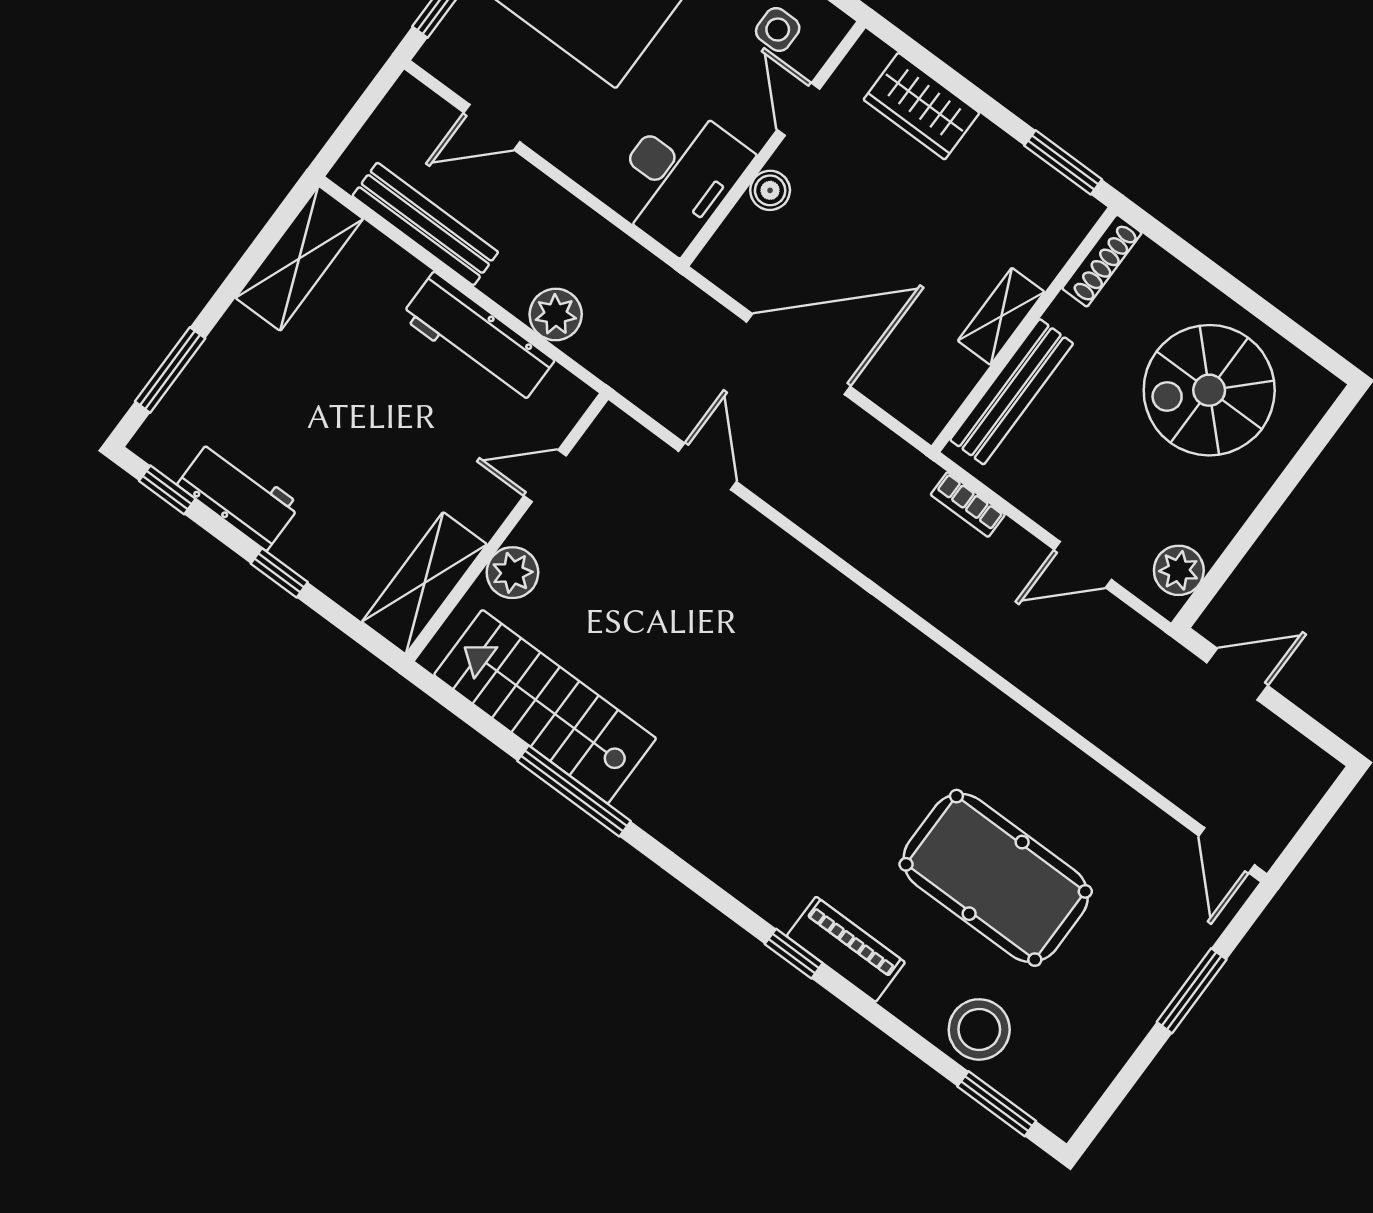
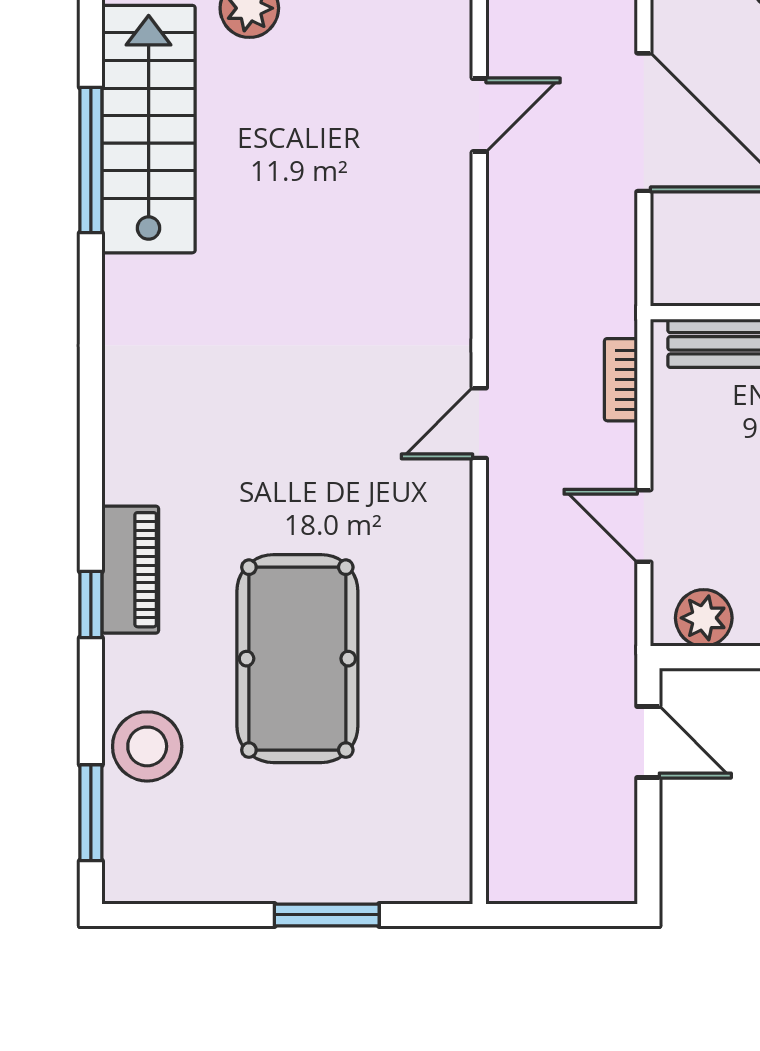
window: (574, 791) -> (91, 160), moved
door: (1227, 850) -> (479, 423), moved
window: (794, 954) -> (91, 604), moved

